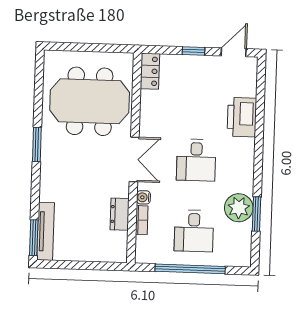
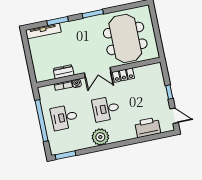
locker: (150, 71) -> (123, 75), moved
printer: (242, 117) -> (148, 127), moved
plant: (239, 208) -> (100, 137), moved
window: (256, 214) -> (66, 155), moved
window: (34, 238) -> (58, 21), moved

